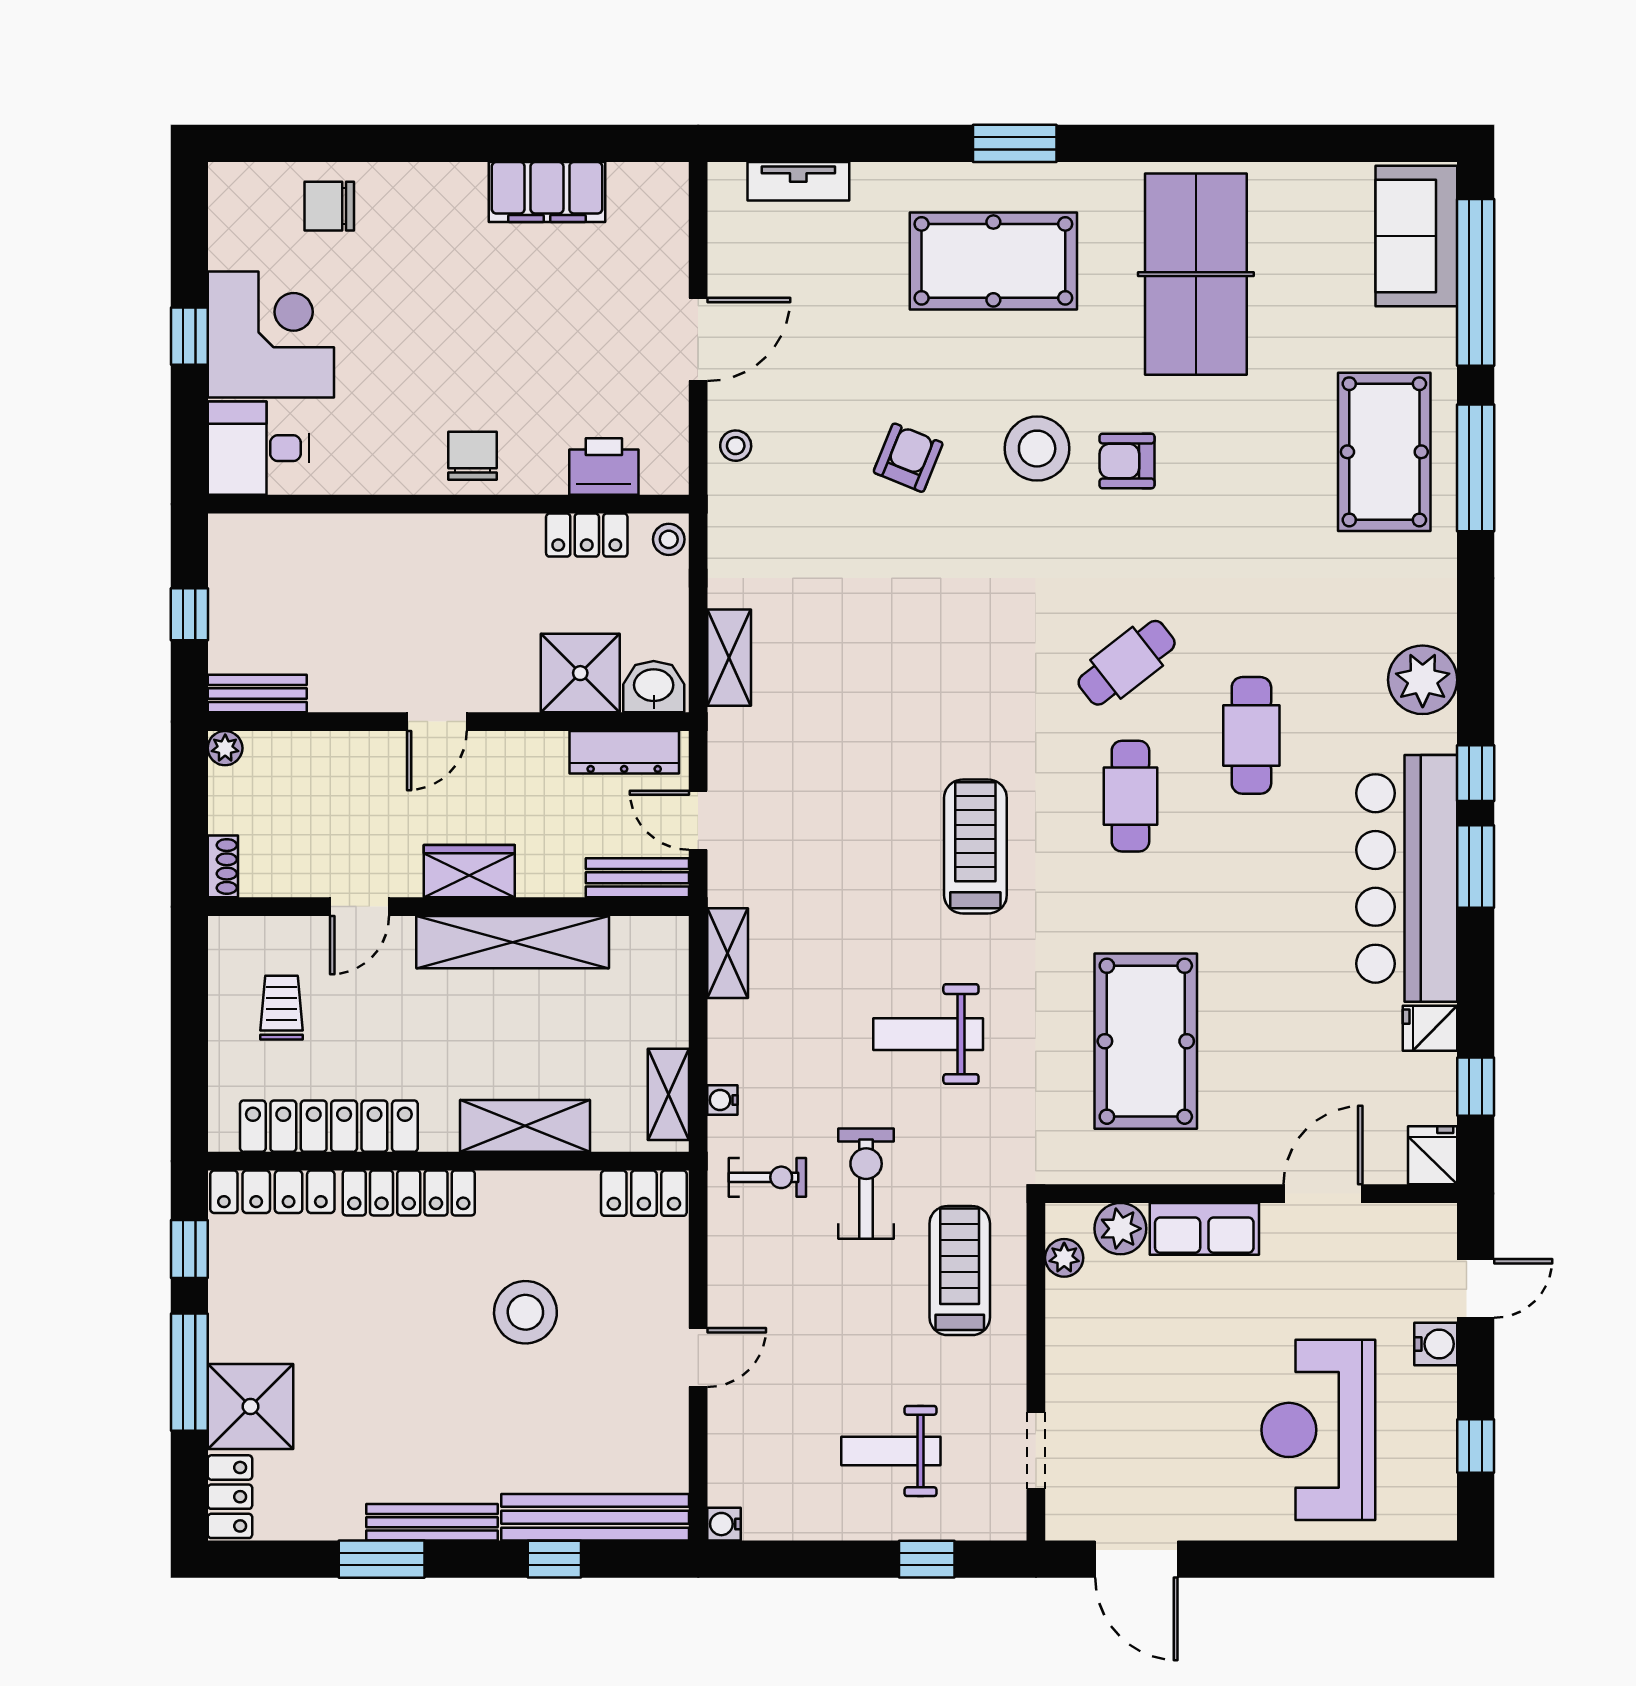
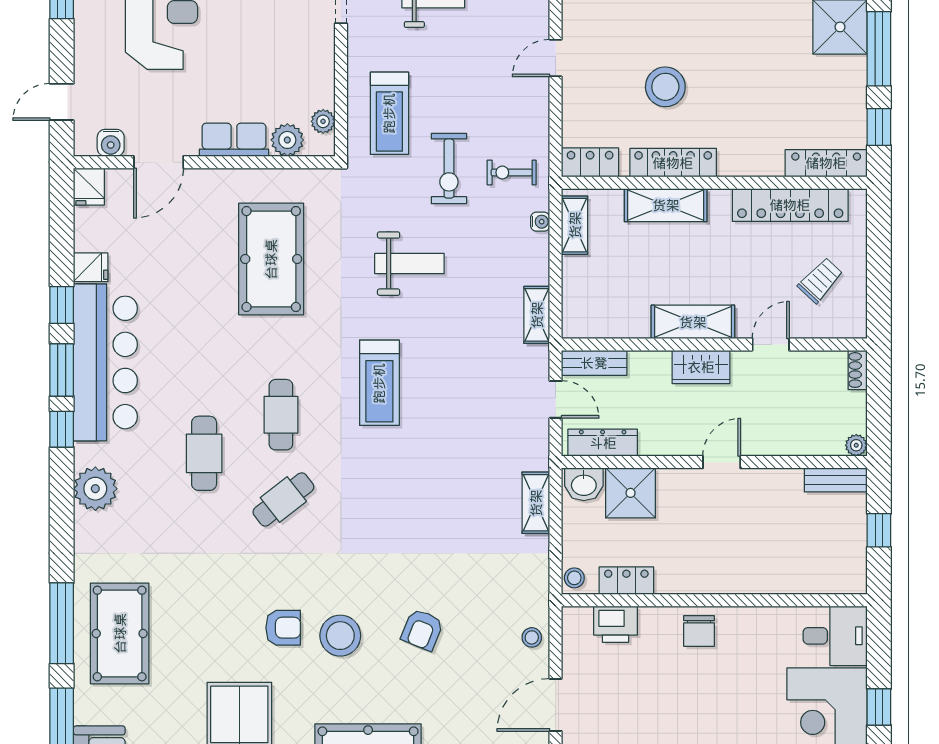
shelving: (513, 942) -> (693, 322), width x0.68
trolley: (281, 1008) -> (820, 280), turned -137
window: (1476, 1087) -> (62, 305), moved
locker: (409, 1193) -> (673, 163), moved
water cooler: (1436, 1344) -> (111, 143), moved, turned -90

